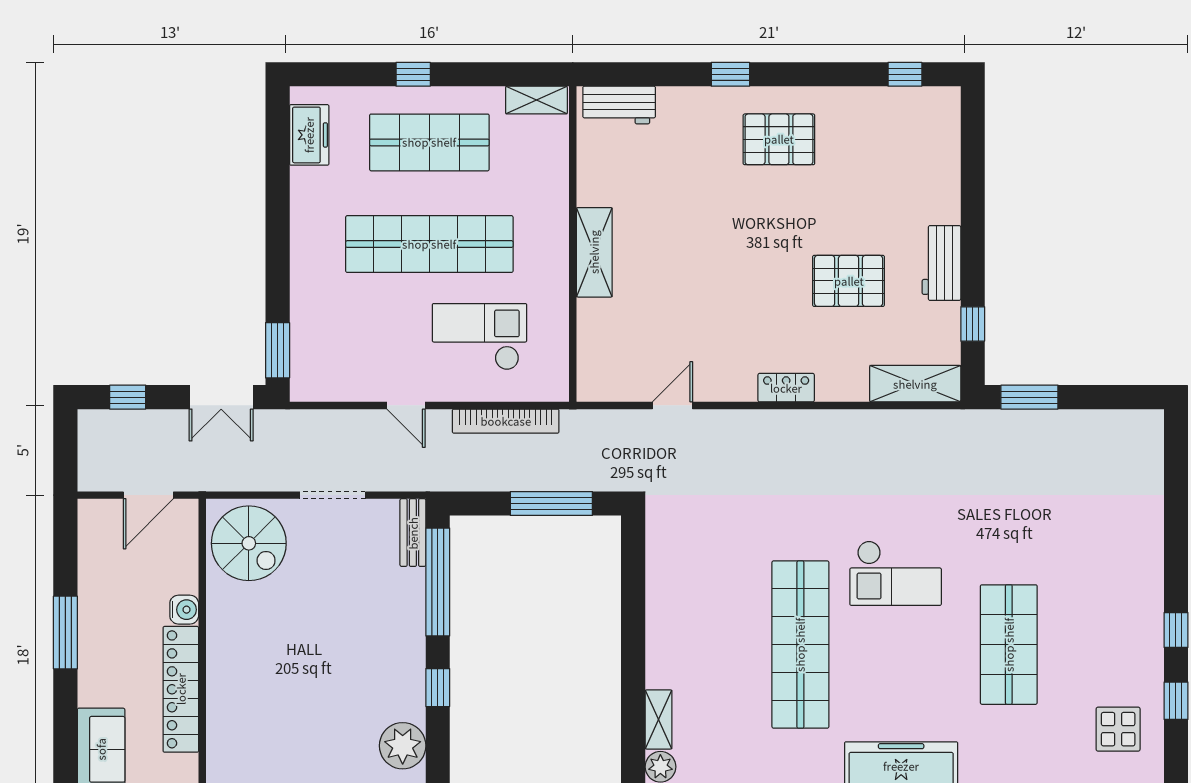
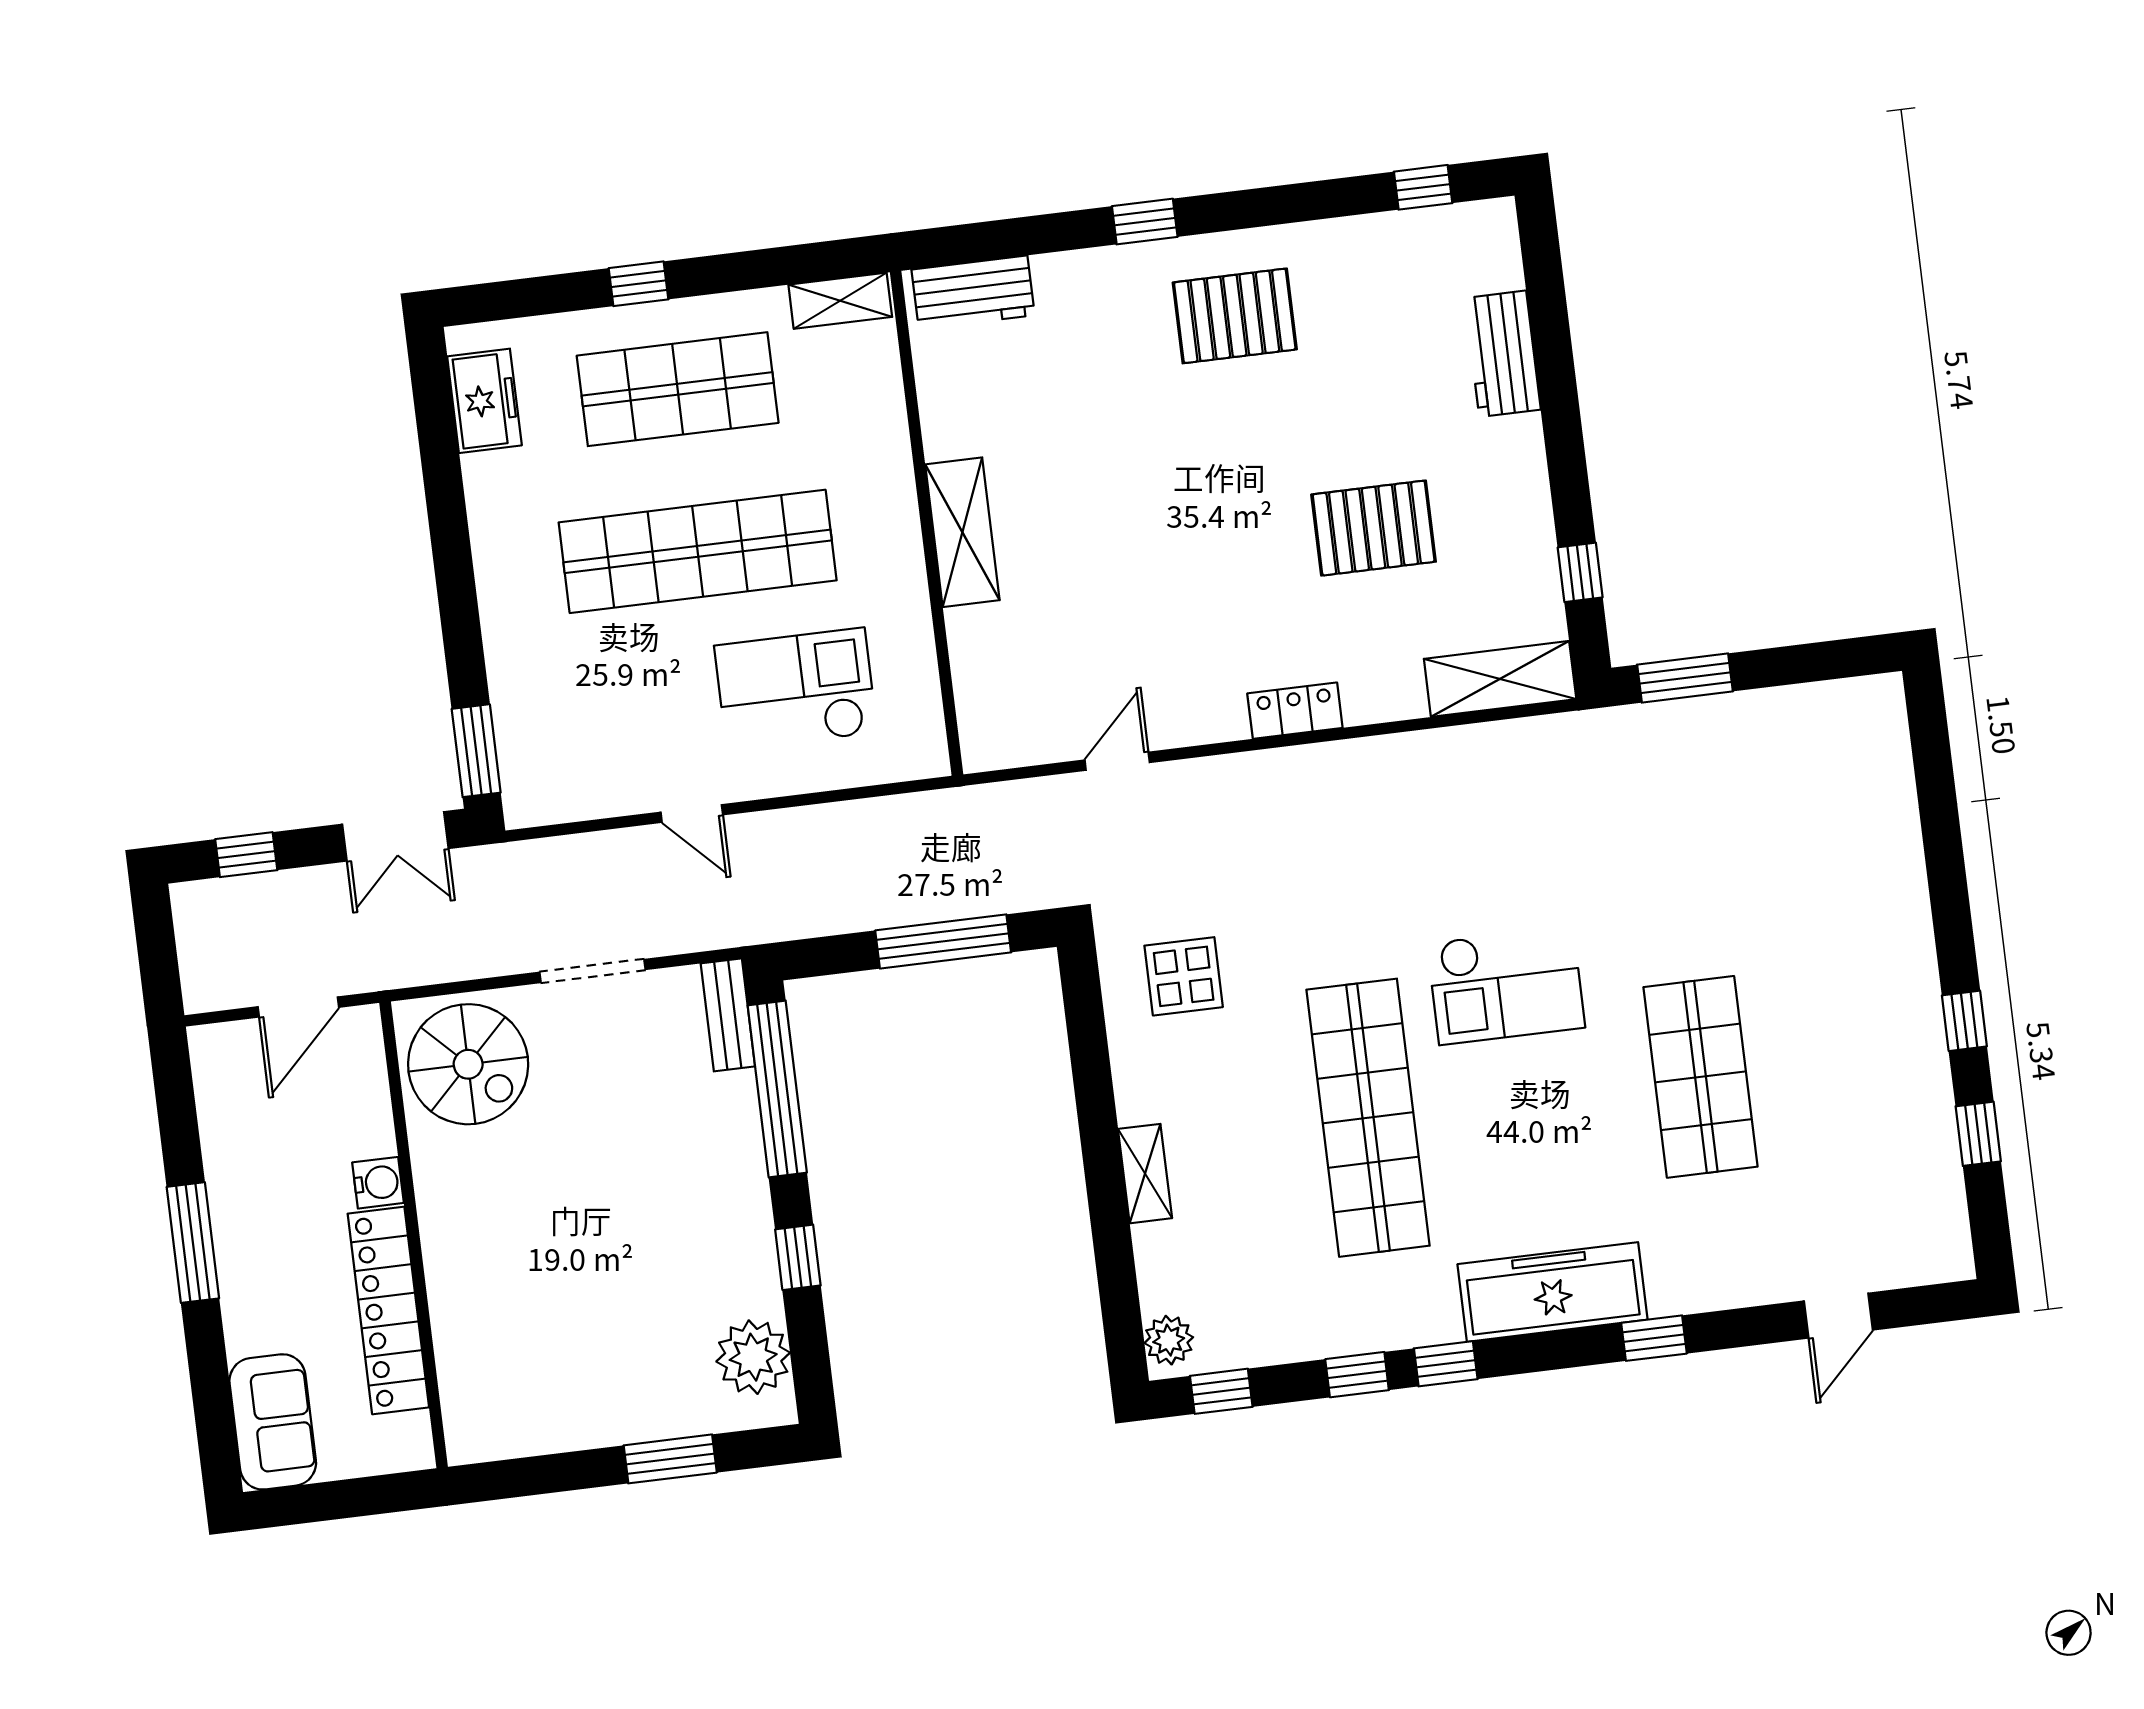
workbench: (941, 263) -> (1503, 354), moved
bookcase: (506, 421) -> (854, 819), removed
shelving: (658, 719) -> (1145, 1174), moved
display table: (1118, 729) -> (1184, 976), moved

